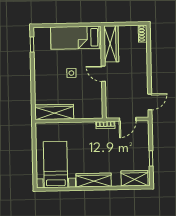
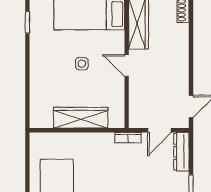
wardrobe: (54, 112) -> (81, 118), moved
dresser: (144, 134) -> (181, 152), added

